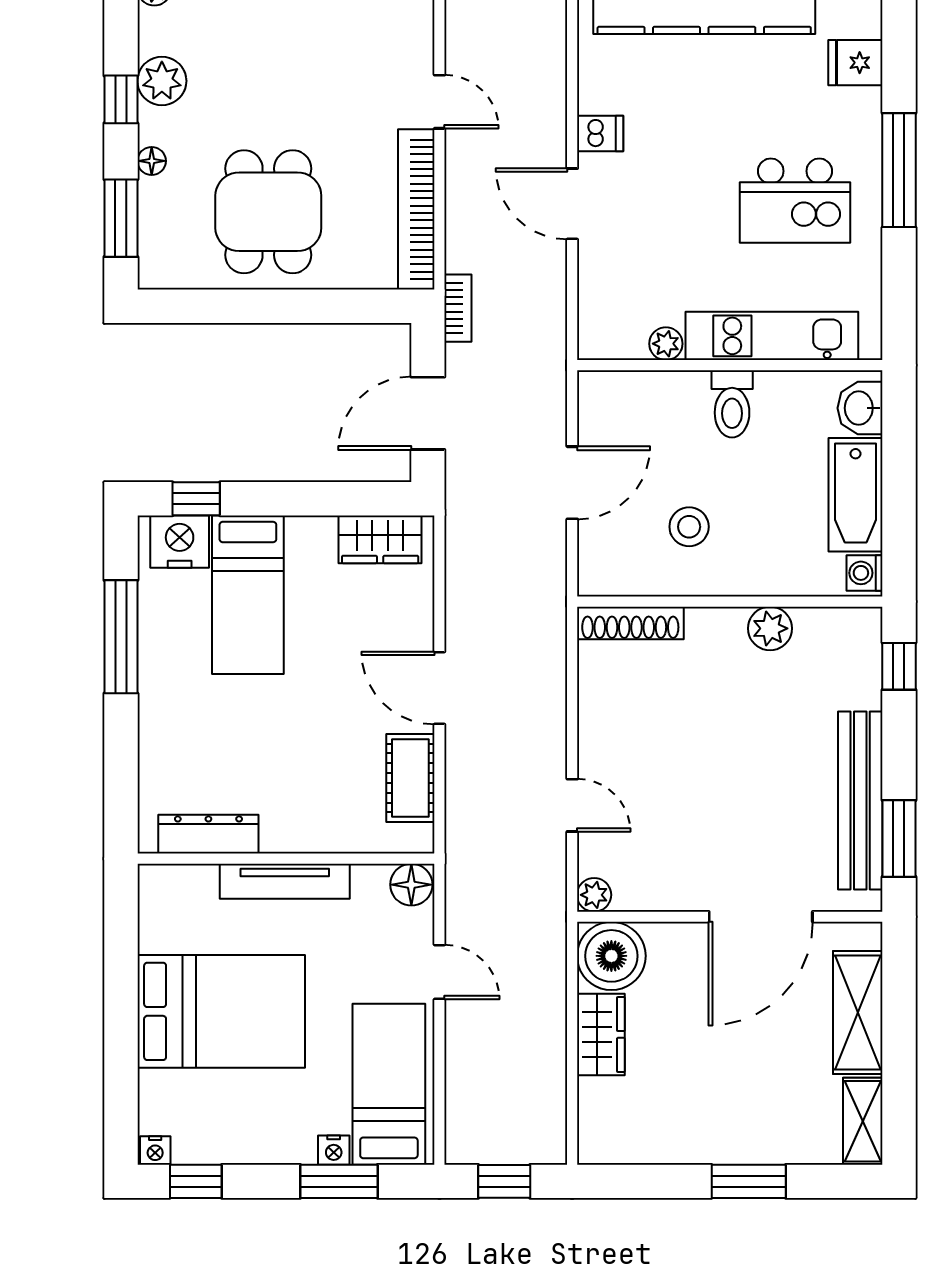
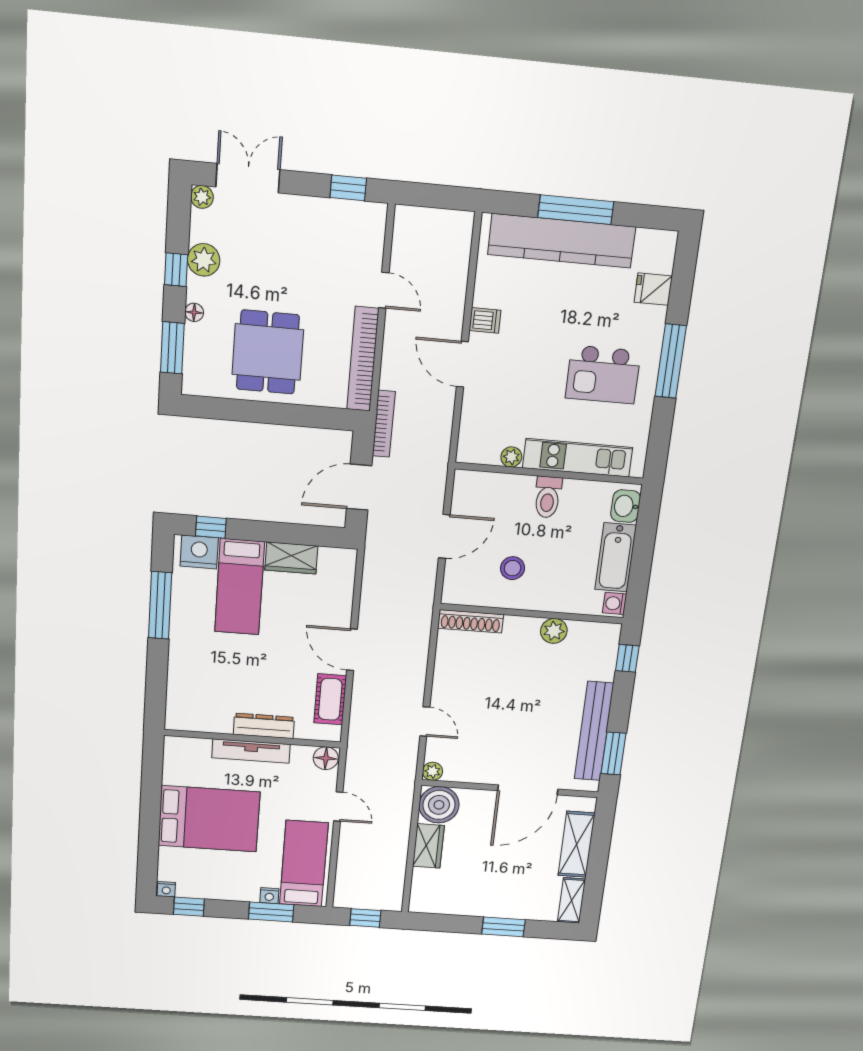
bookcase: (458, 308) -> (384, 424), width x1.56
wardrobe: (380, 539) -> (291, 558), moved
dresser: (208, 834) -> (264, 726), moved

